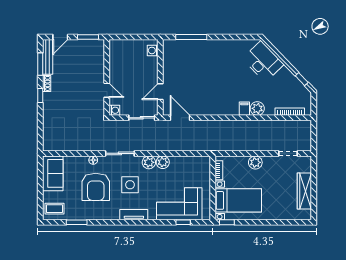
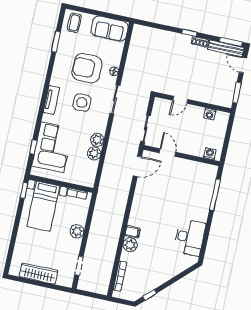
desk: (263, 62) -> (190, 237), moved, turned -46
window: (40, 64) -> (231, 42), moved
washing machine: (114, 110) -> (210, 114), moved
plant: (149, 162) -> (94, 153), moved

